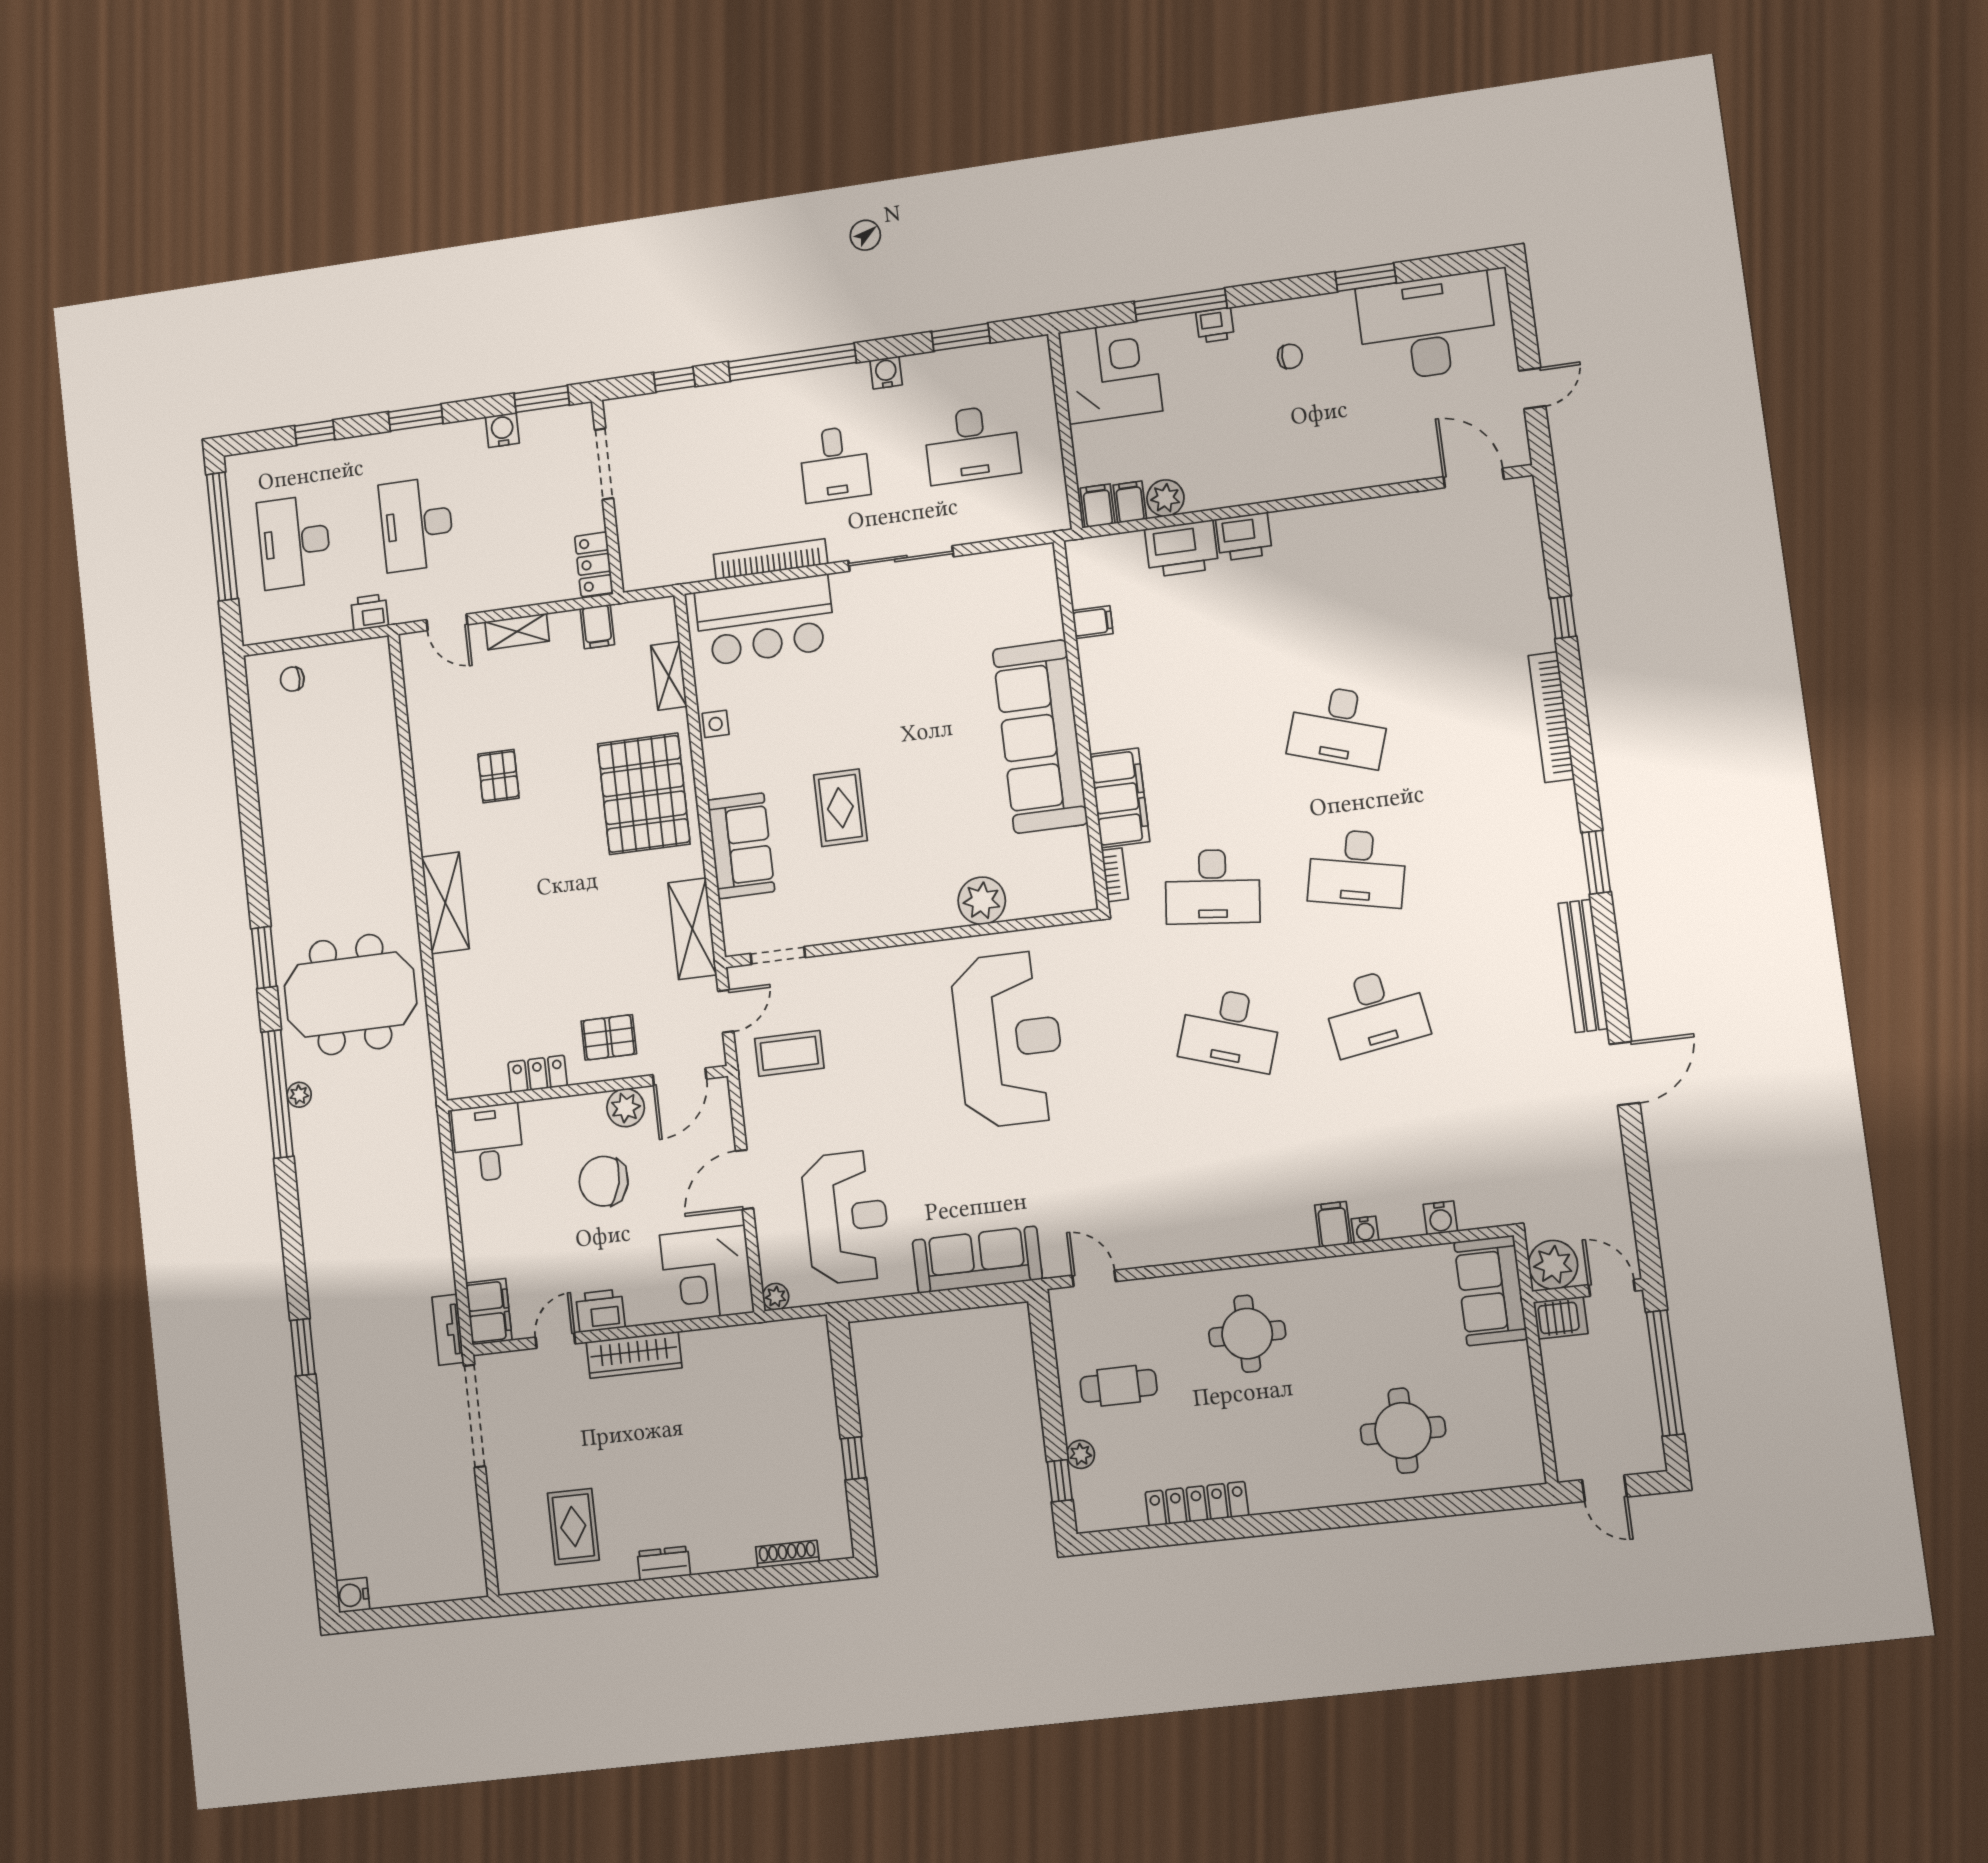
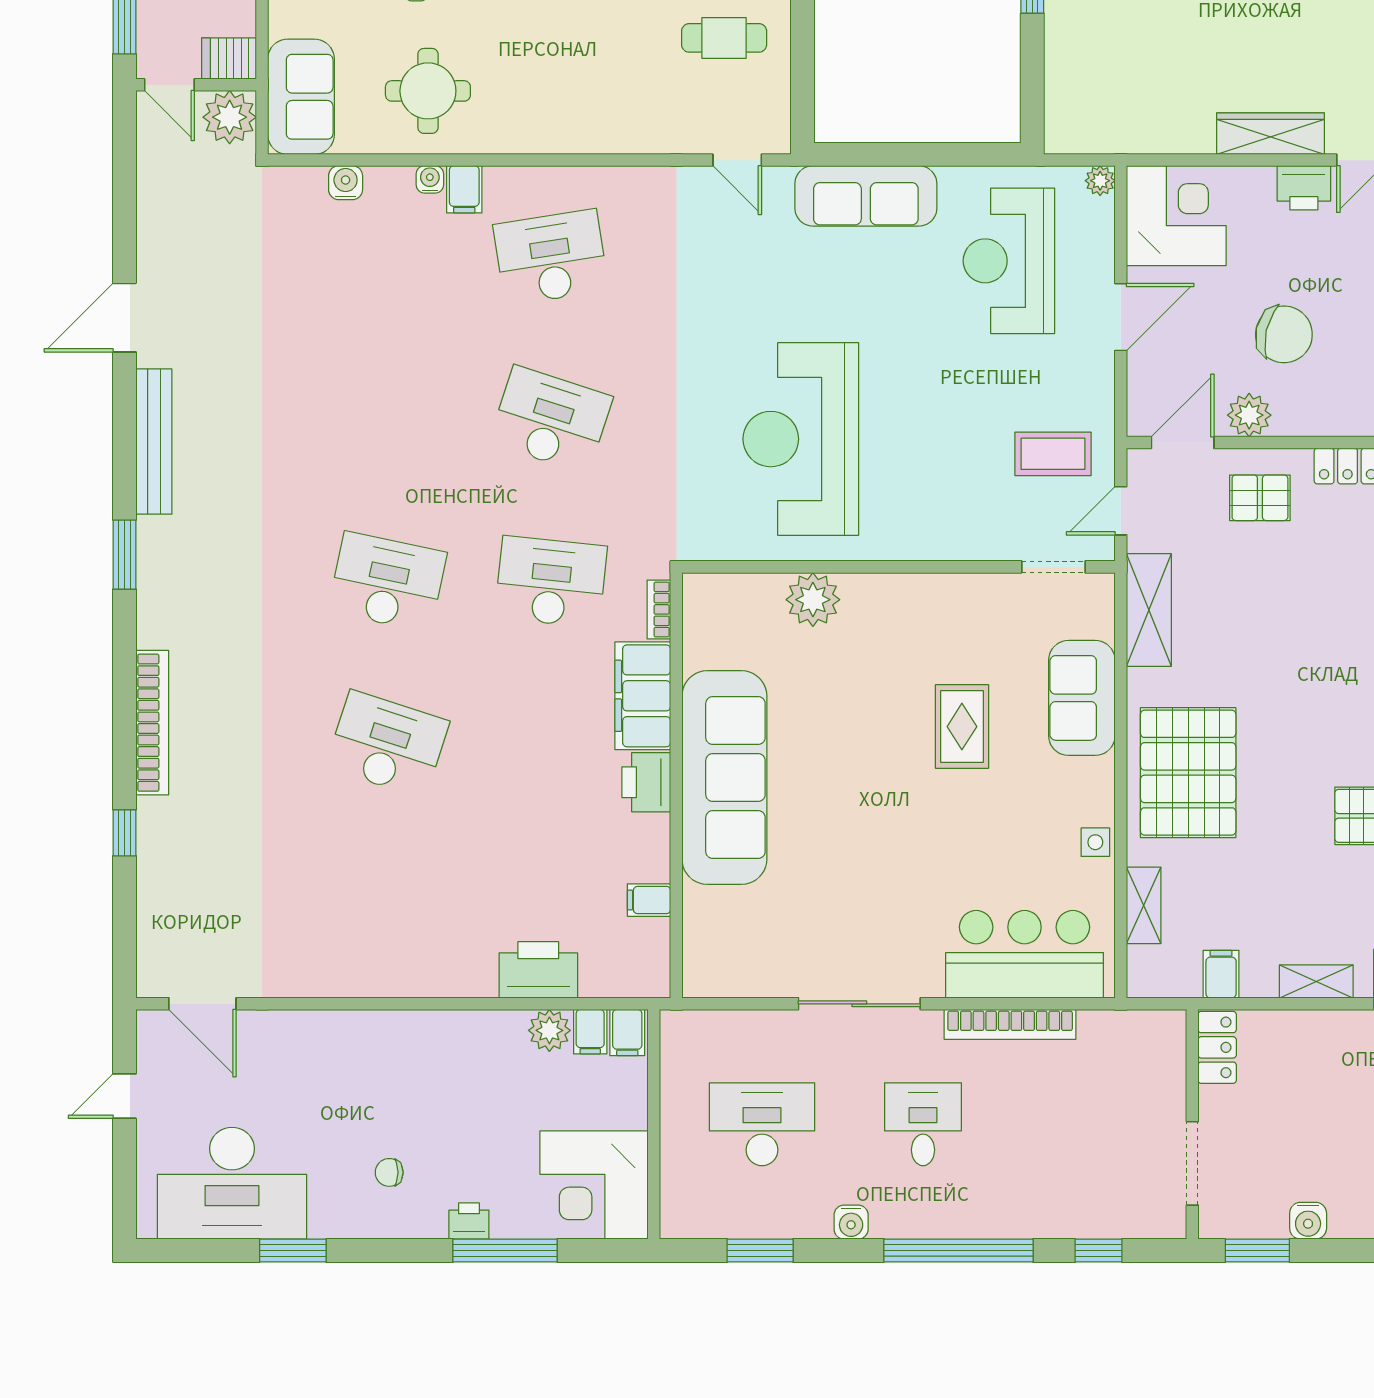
printer: (1244, 537) -> (646, 782), moved, turned -90
desk: (1376, 1011) -> (551, 257), moved
round table: (1247, 1334) -> (428, 91), moved

